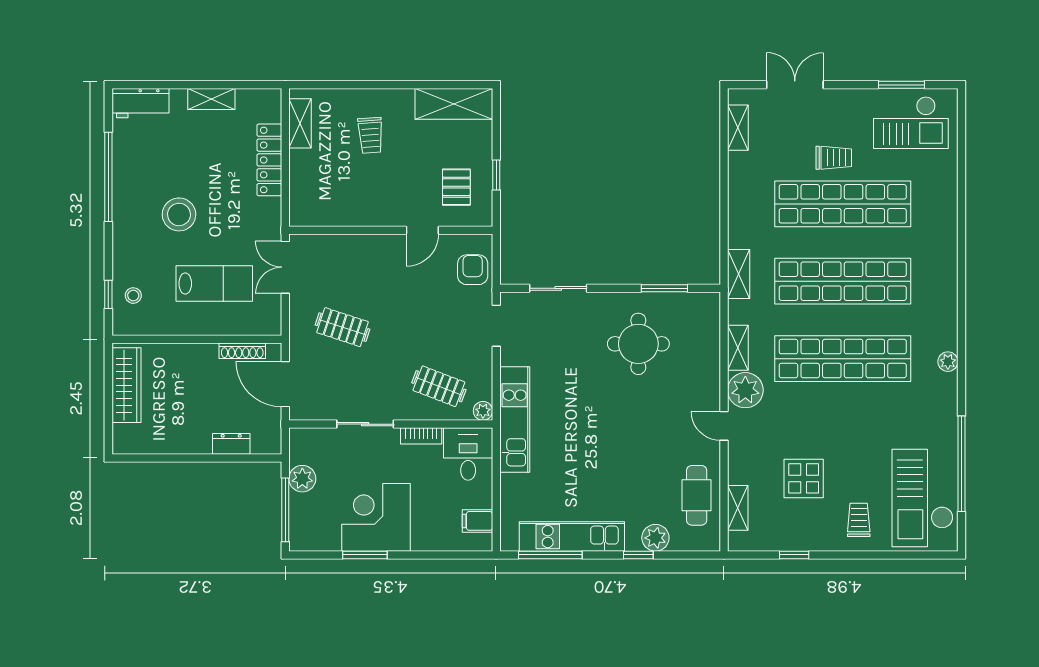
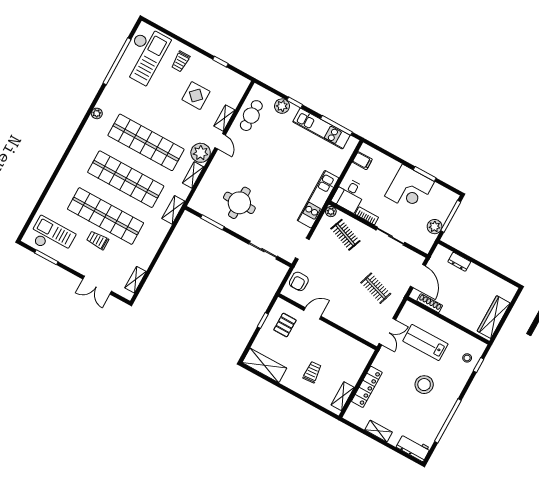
shelving: (738, 508) -> (224, 118), moved

